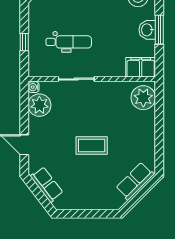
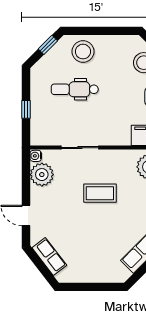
dental chair: (69, 42) -> (75, 89), moved, turned 180
coffee table: (92, 145) -> (100, 193), moved

